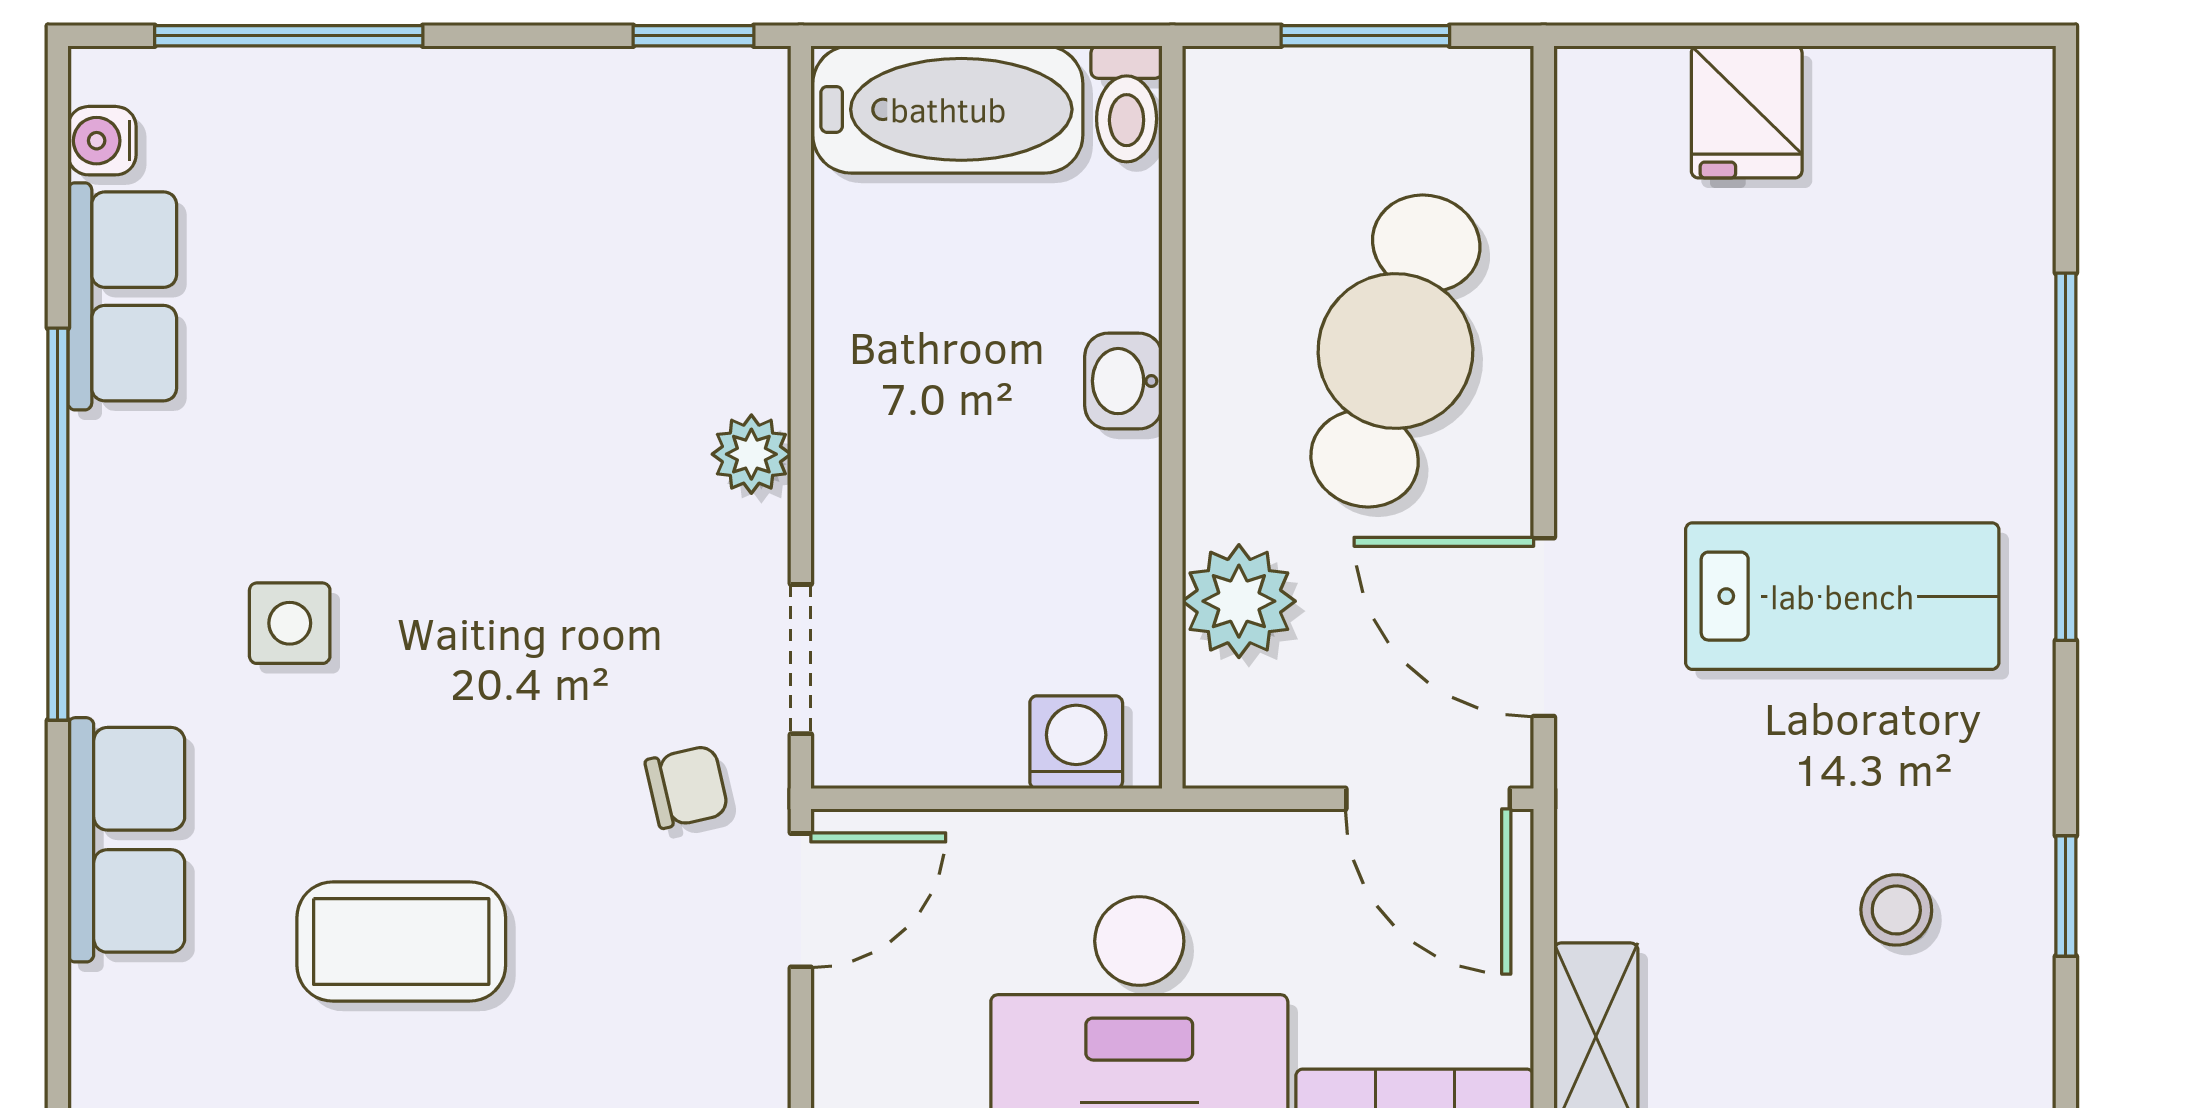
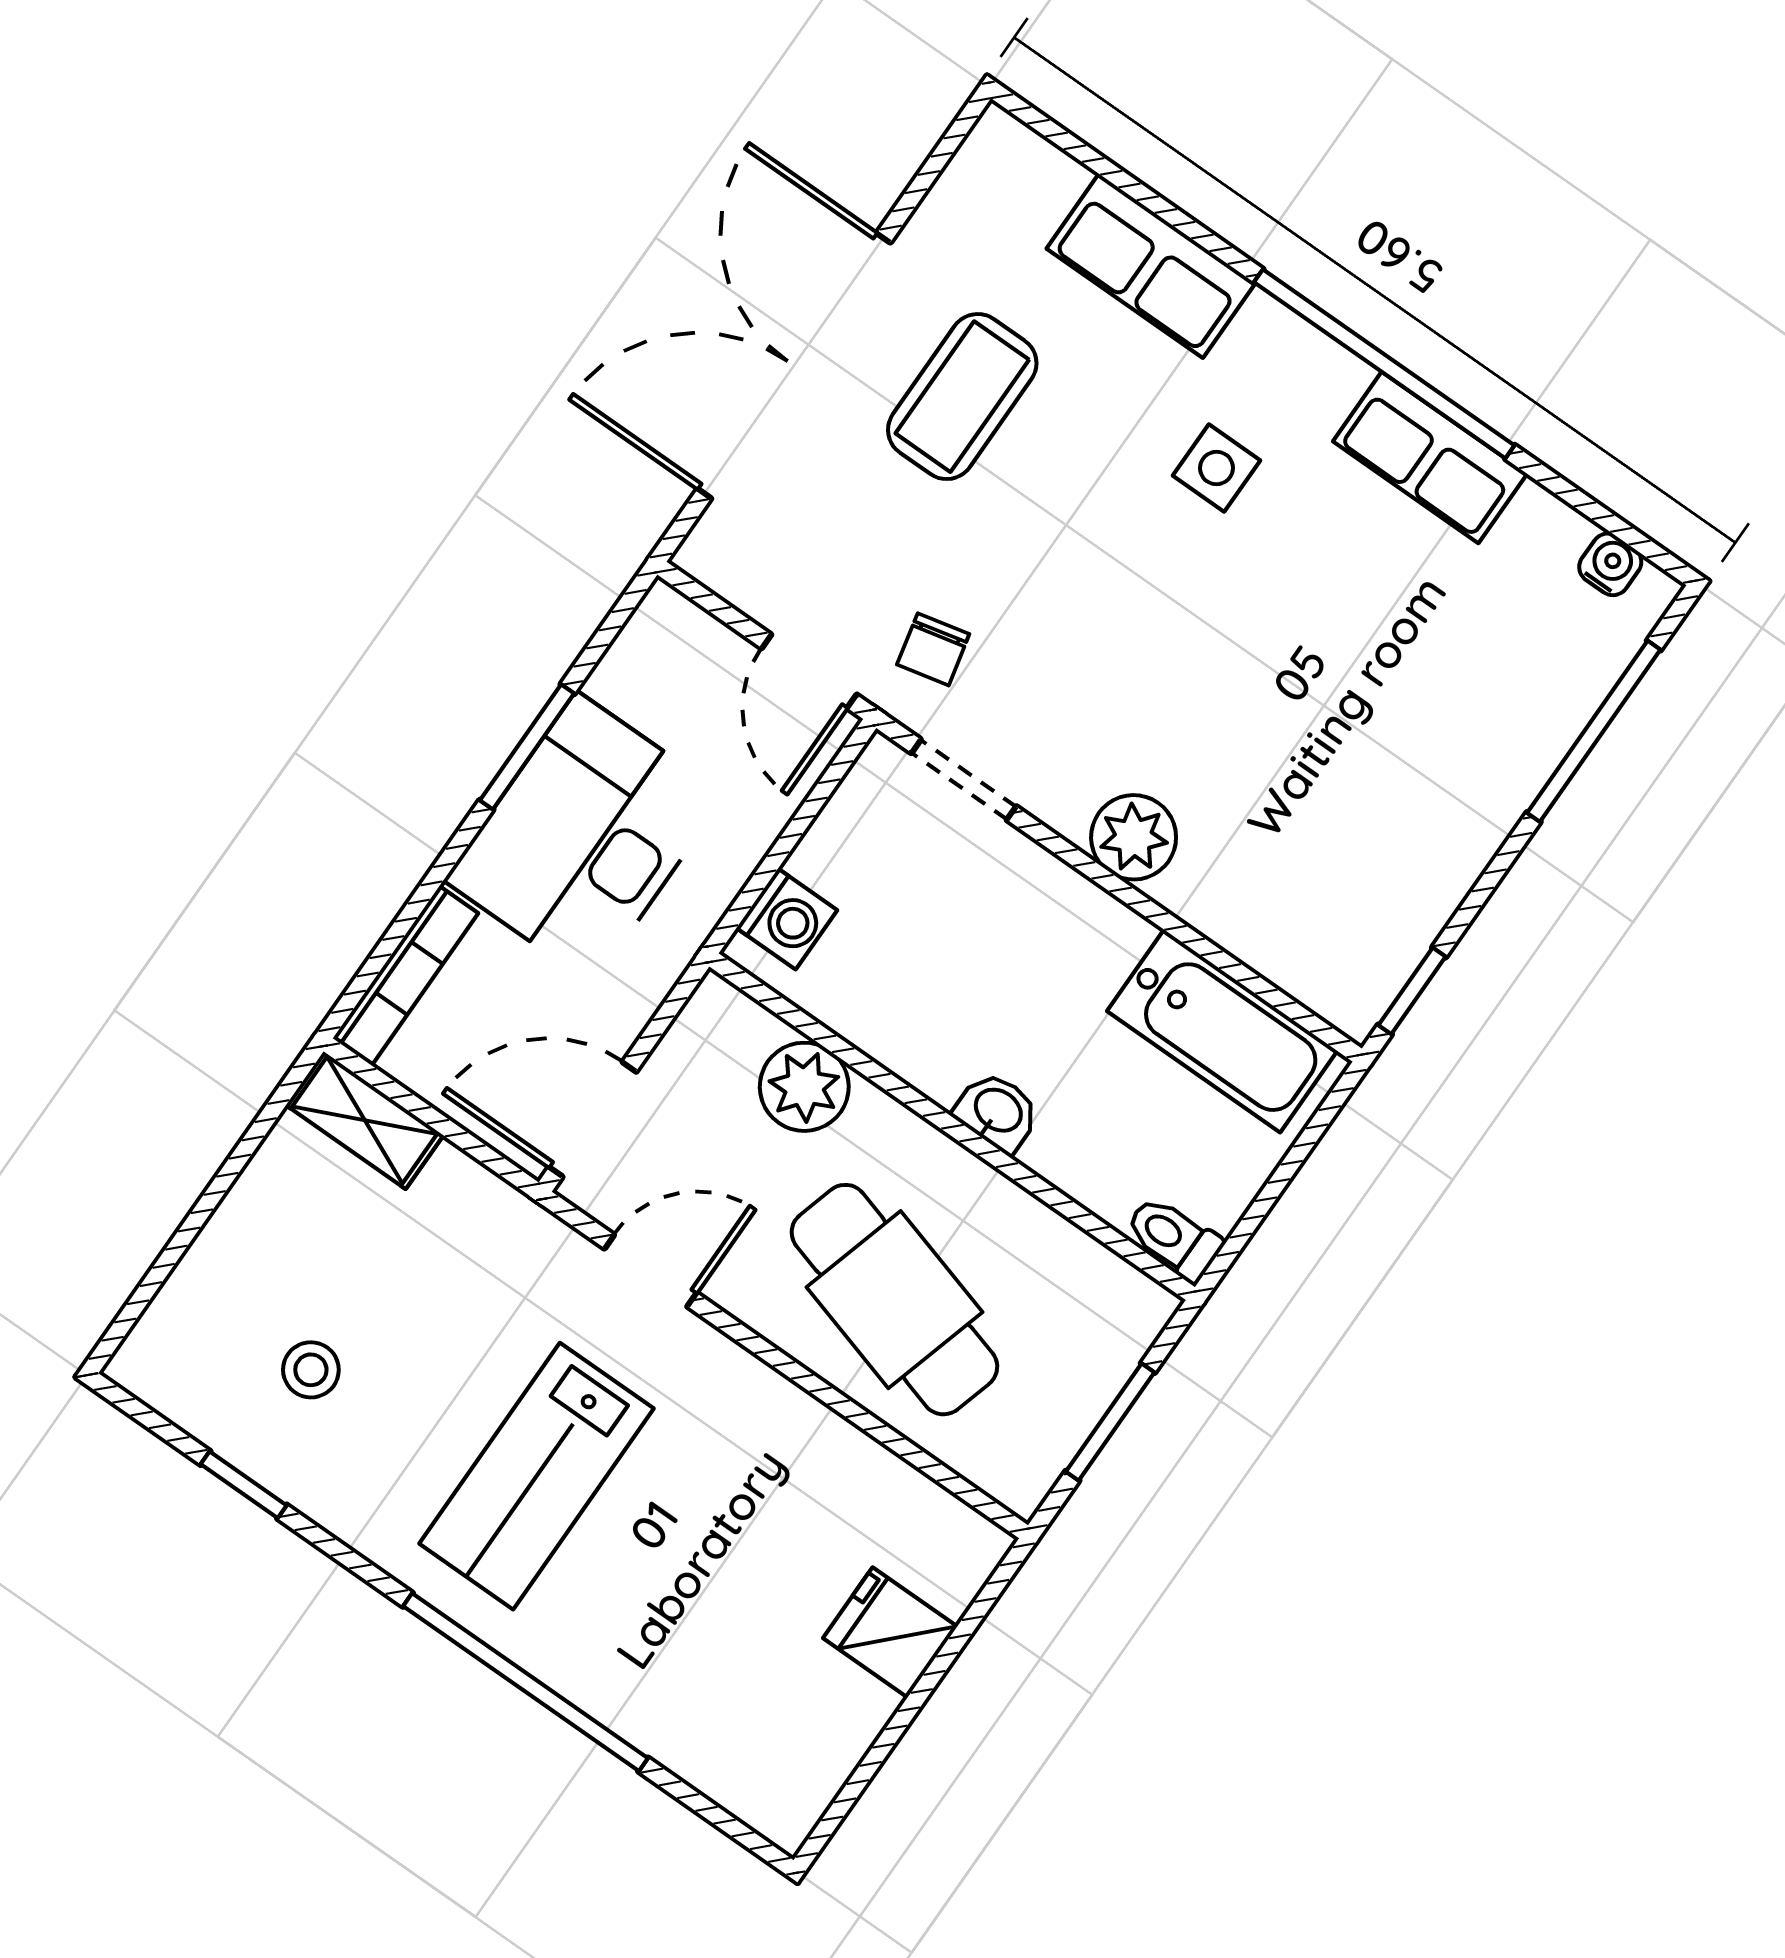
bathtub: (948, 109) -> (1222, 1031), moved, turned -90
row of seats: (122, 296) -> (1430, 457), moved
plant: (751, 454) -> (1134, 837), width x1.38, depth x1.38
door: (1544, 627) -> (651, 1271), width x0.73

